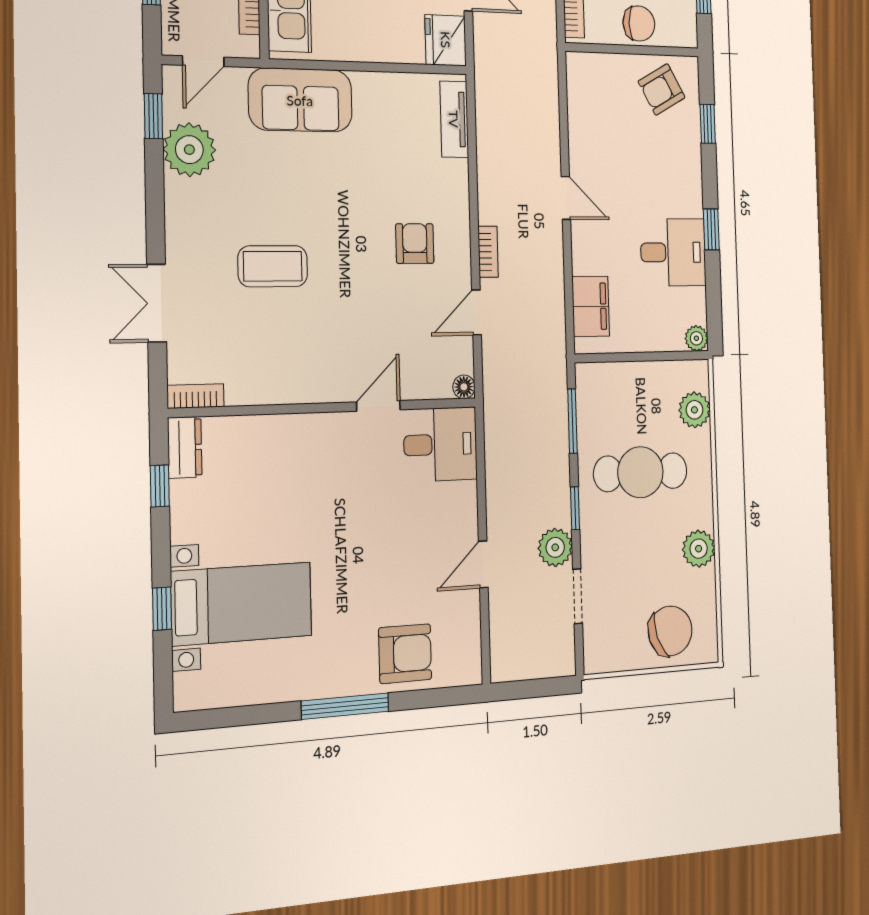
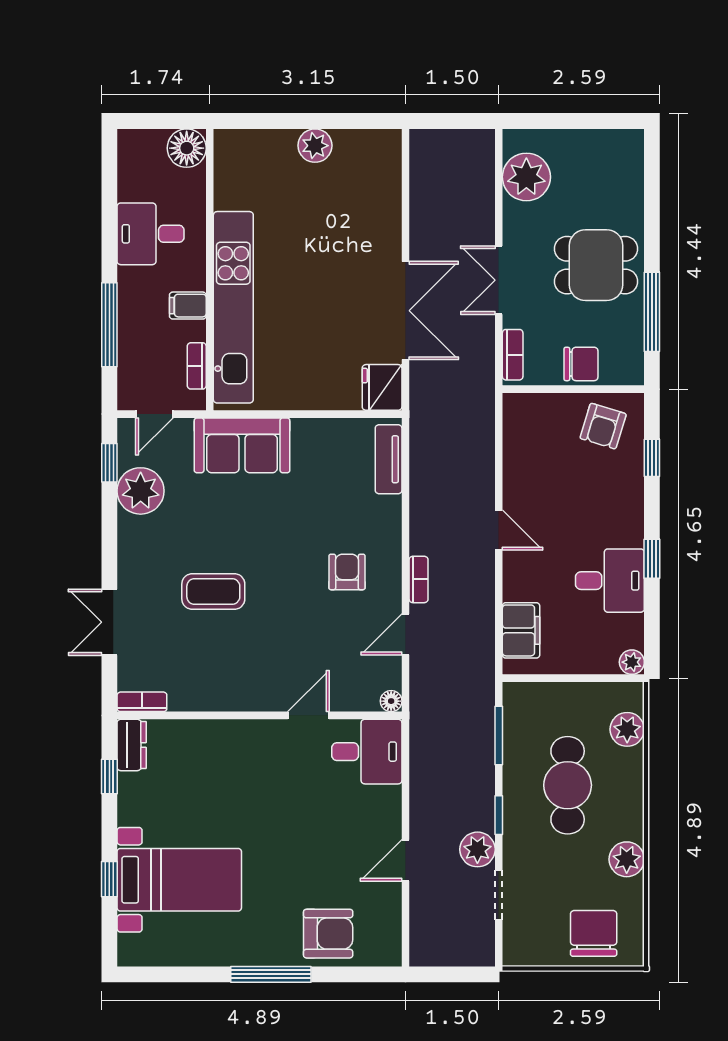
armchair: (662, 89) -> (603, 426), turned -44
cafe table: (640, 472) -> (568, 785), turned 90
chair: (670, 631) -> (594, 933), turned -71

